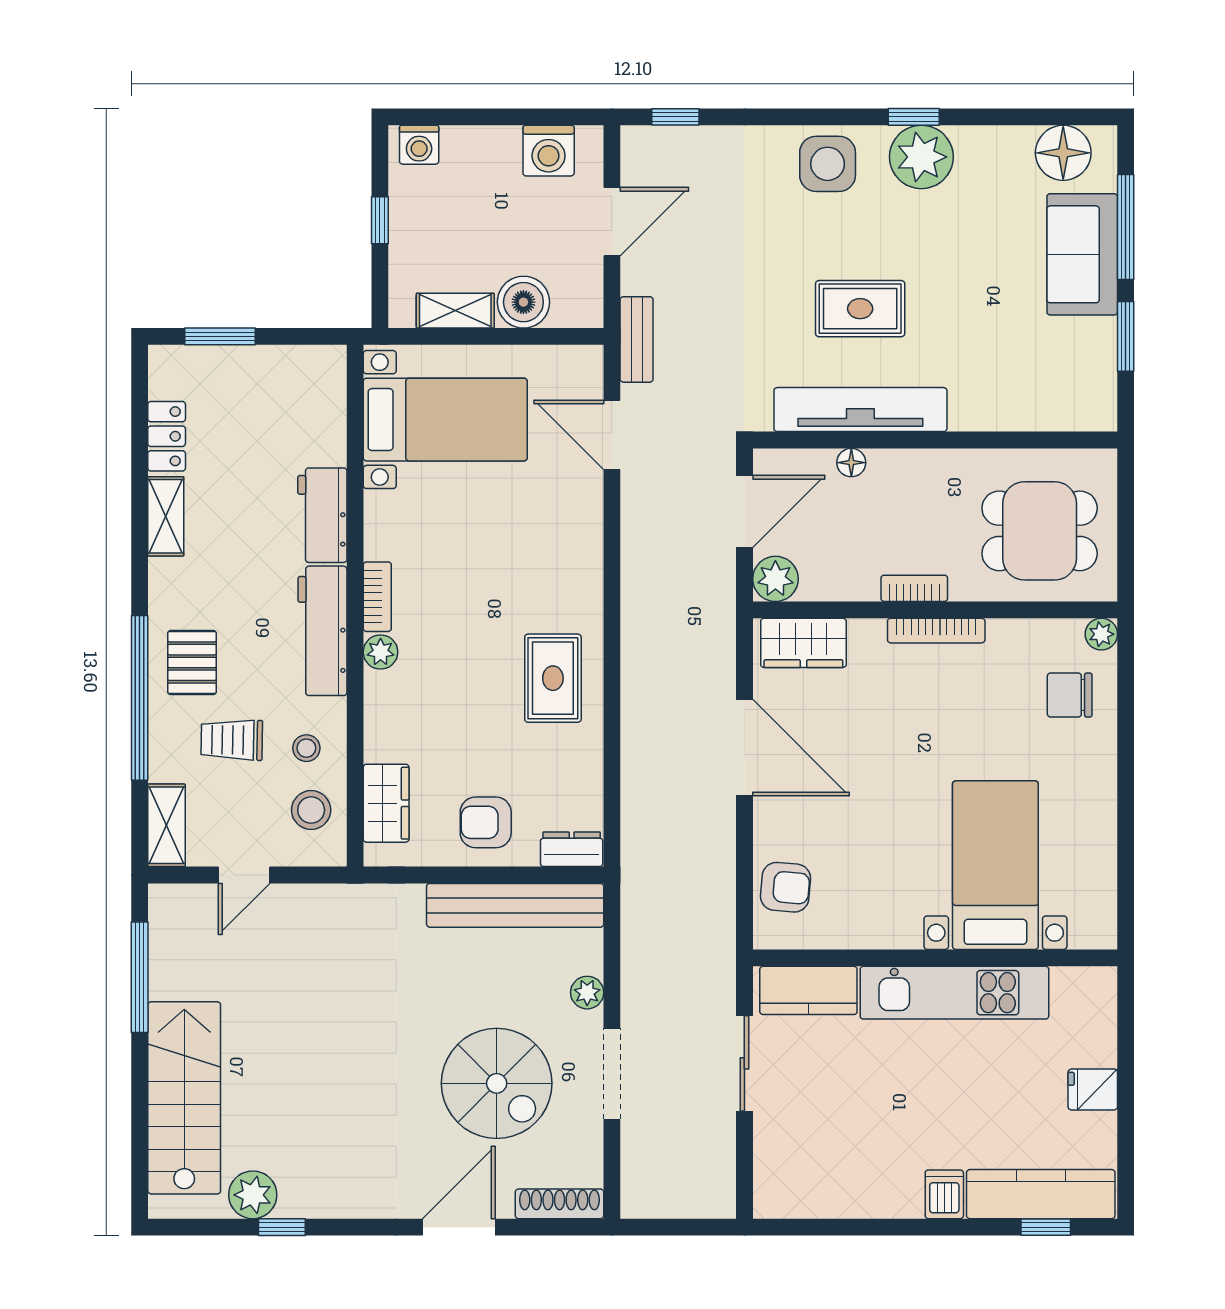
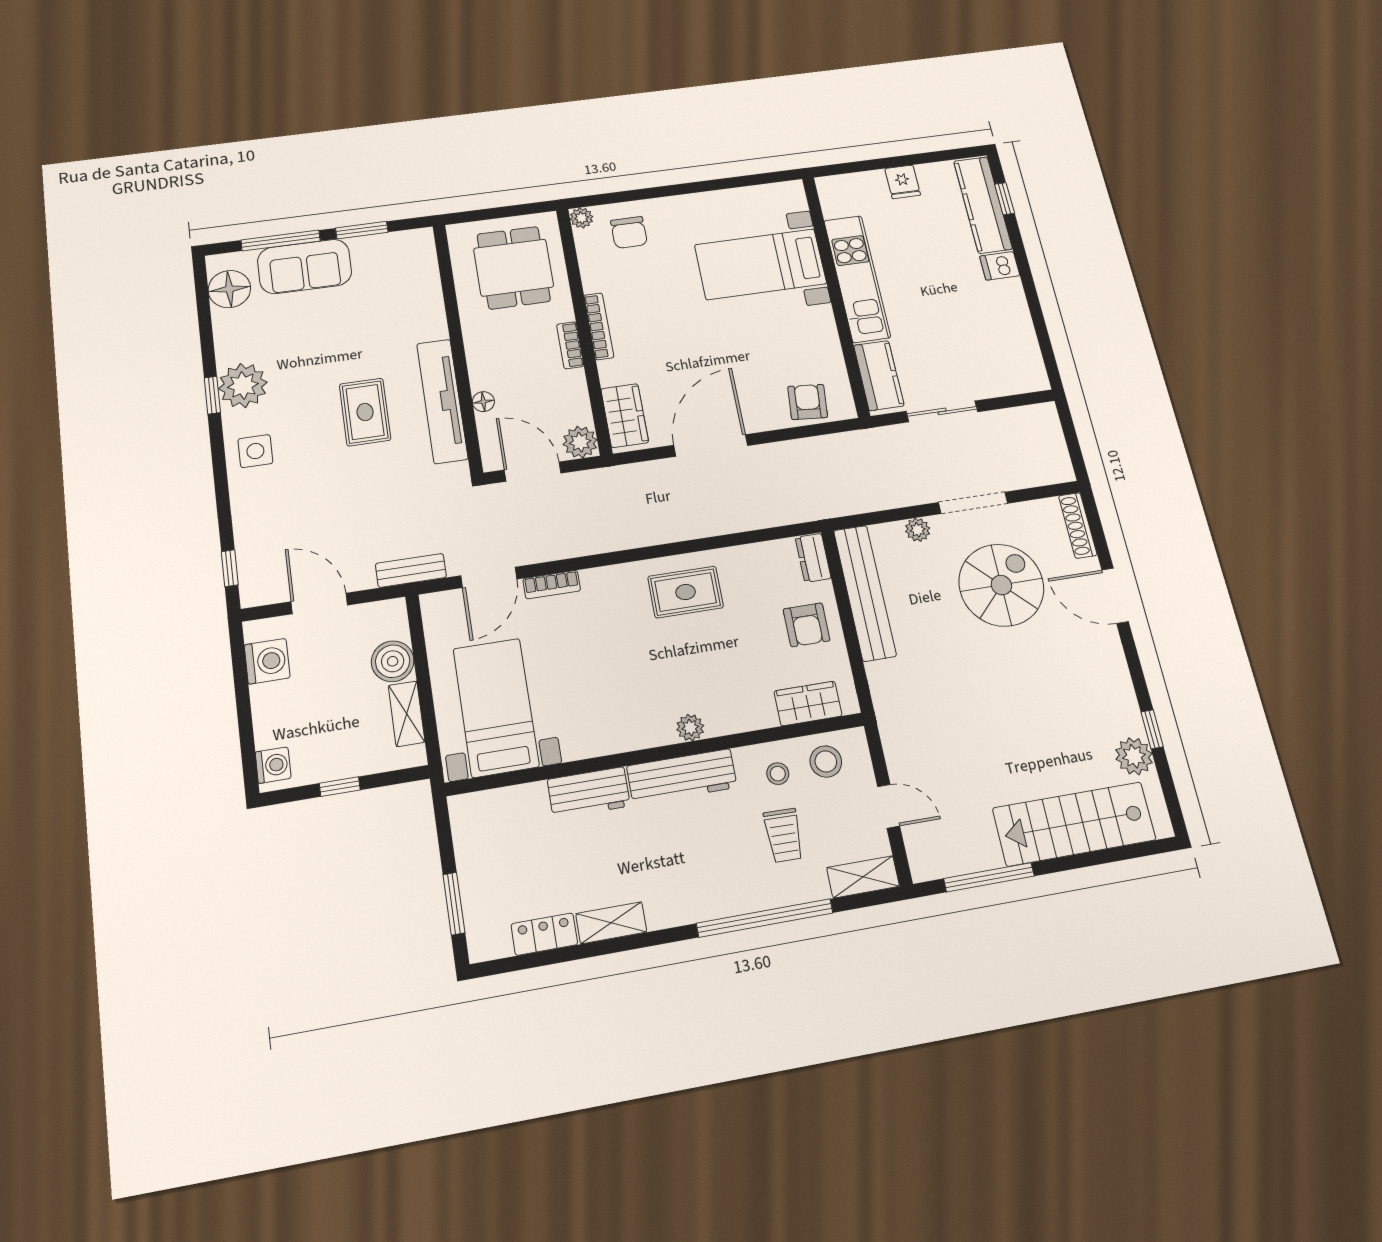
side table: (828, 164) -> (255, 451), width x0.73, depth x0.73
bookcase: (377, 597) -> (552, 585), moved, turned 180
pallet: (192, 662) -> (727, 879), removed

